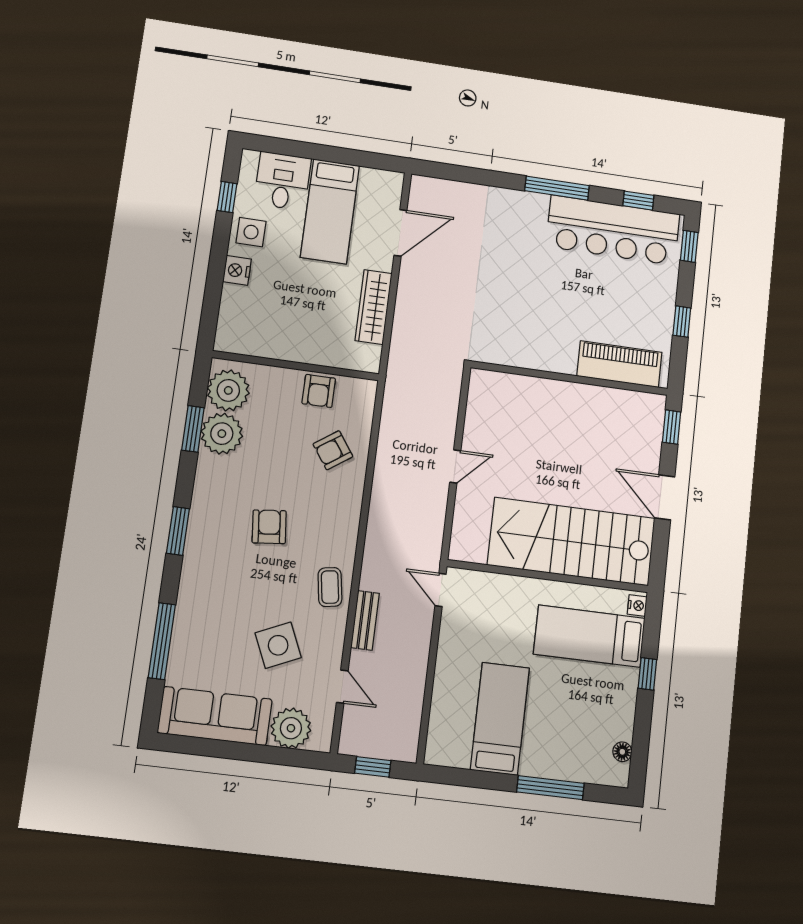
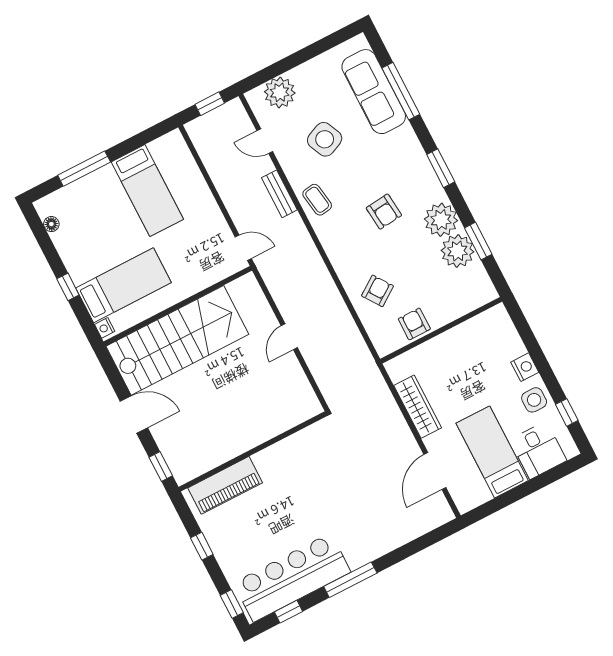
plant: (228, 390) -> (441, 220), moved
sofa: (215, 716) -> (374, 92), moved, turned 90

